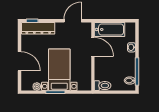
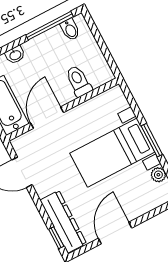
door: (19, 61) -> (115, 233), moved
toilet: (103, 86) -> (79, 81), moved

